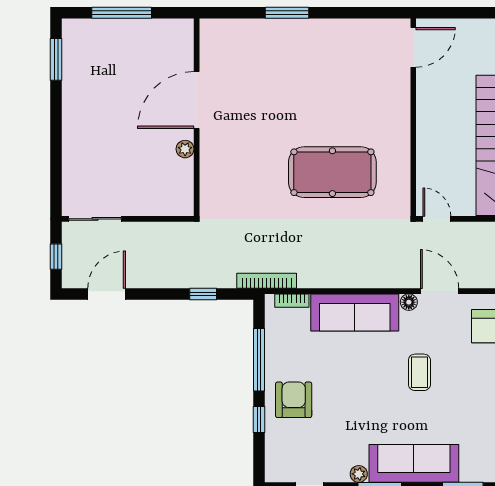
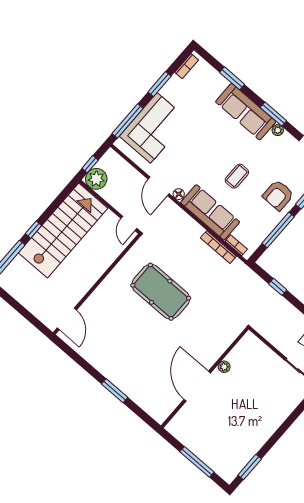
door: (413, 47) -> (67, 319), swing flipped
door: (197, 100) -> (197, 386), swing flipped
bookcase: (267, 281) -> (218, 247), moved
coffee table: (419, 372) -> (237, 176), moved

